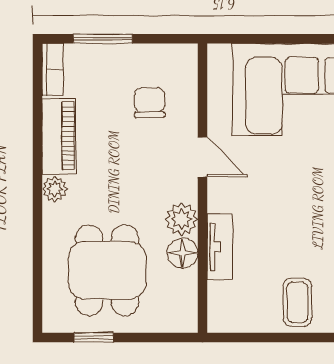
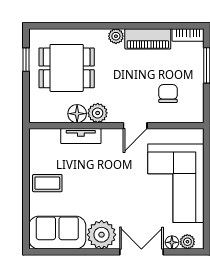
chair: (149, 103) -> (168, 94), turned -90

